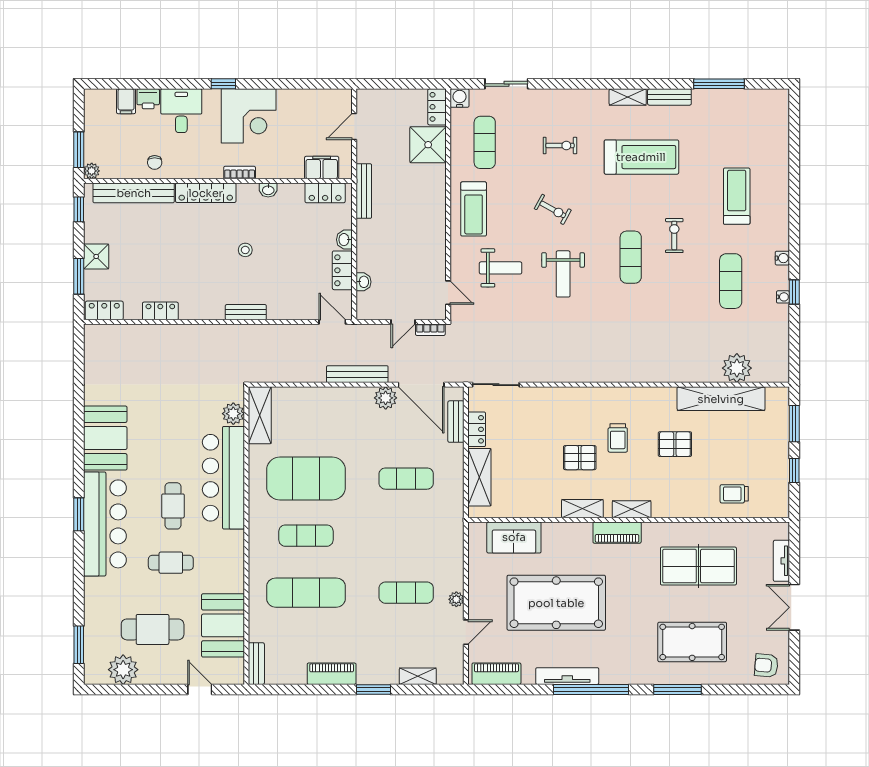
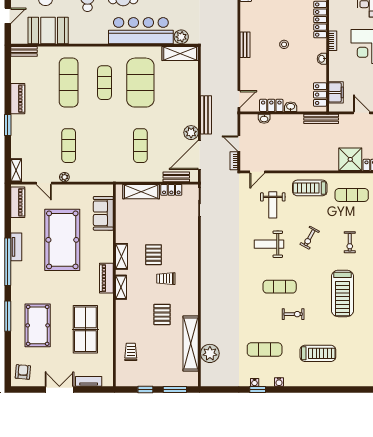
shelving: (418, 676) -> (16, 170), moved
tv unit: (567, 676) -> (16, 247), width x0.71

